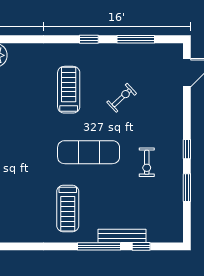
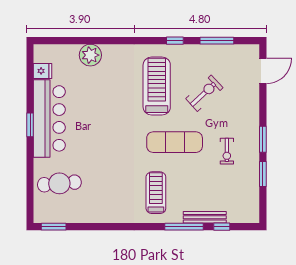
treadmill: (69, 90) -> (157, 86), width x1.37, depth x1.38
exercise bike: (122, 98) -> (204, 93), width x1.38, depth x1.39
window: (187, 149) -> (263, 139), width x1.50
treadmill: (68, 209) -> (156, 193), turned 180

